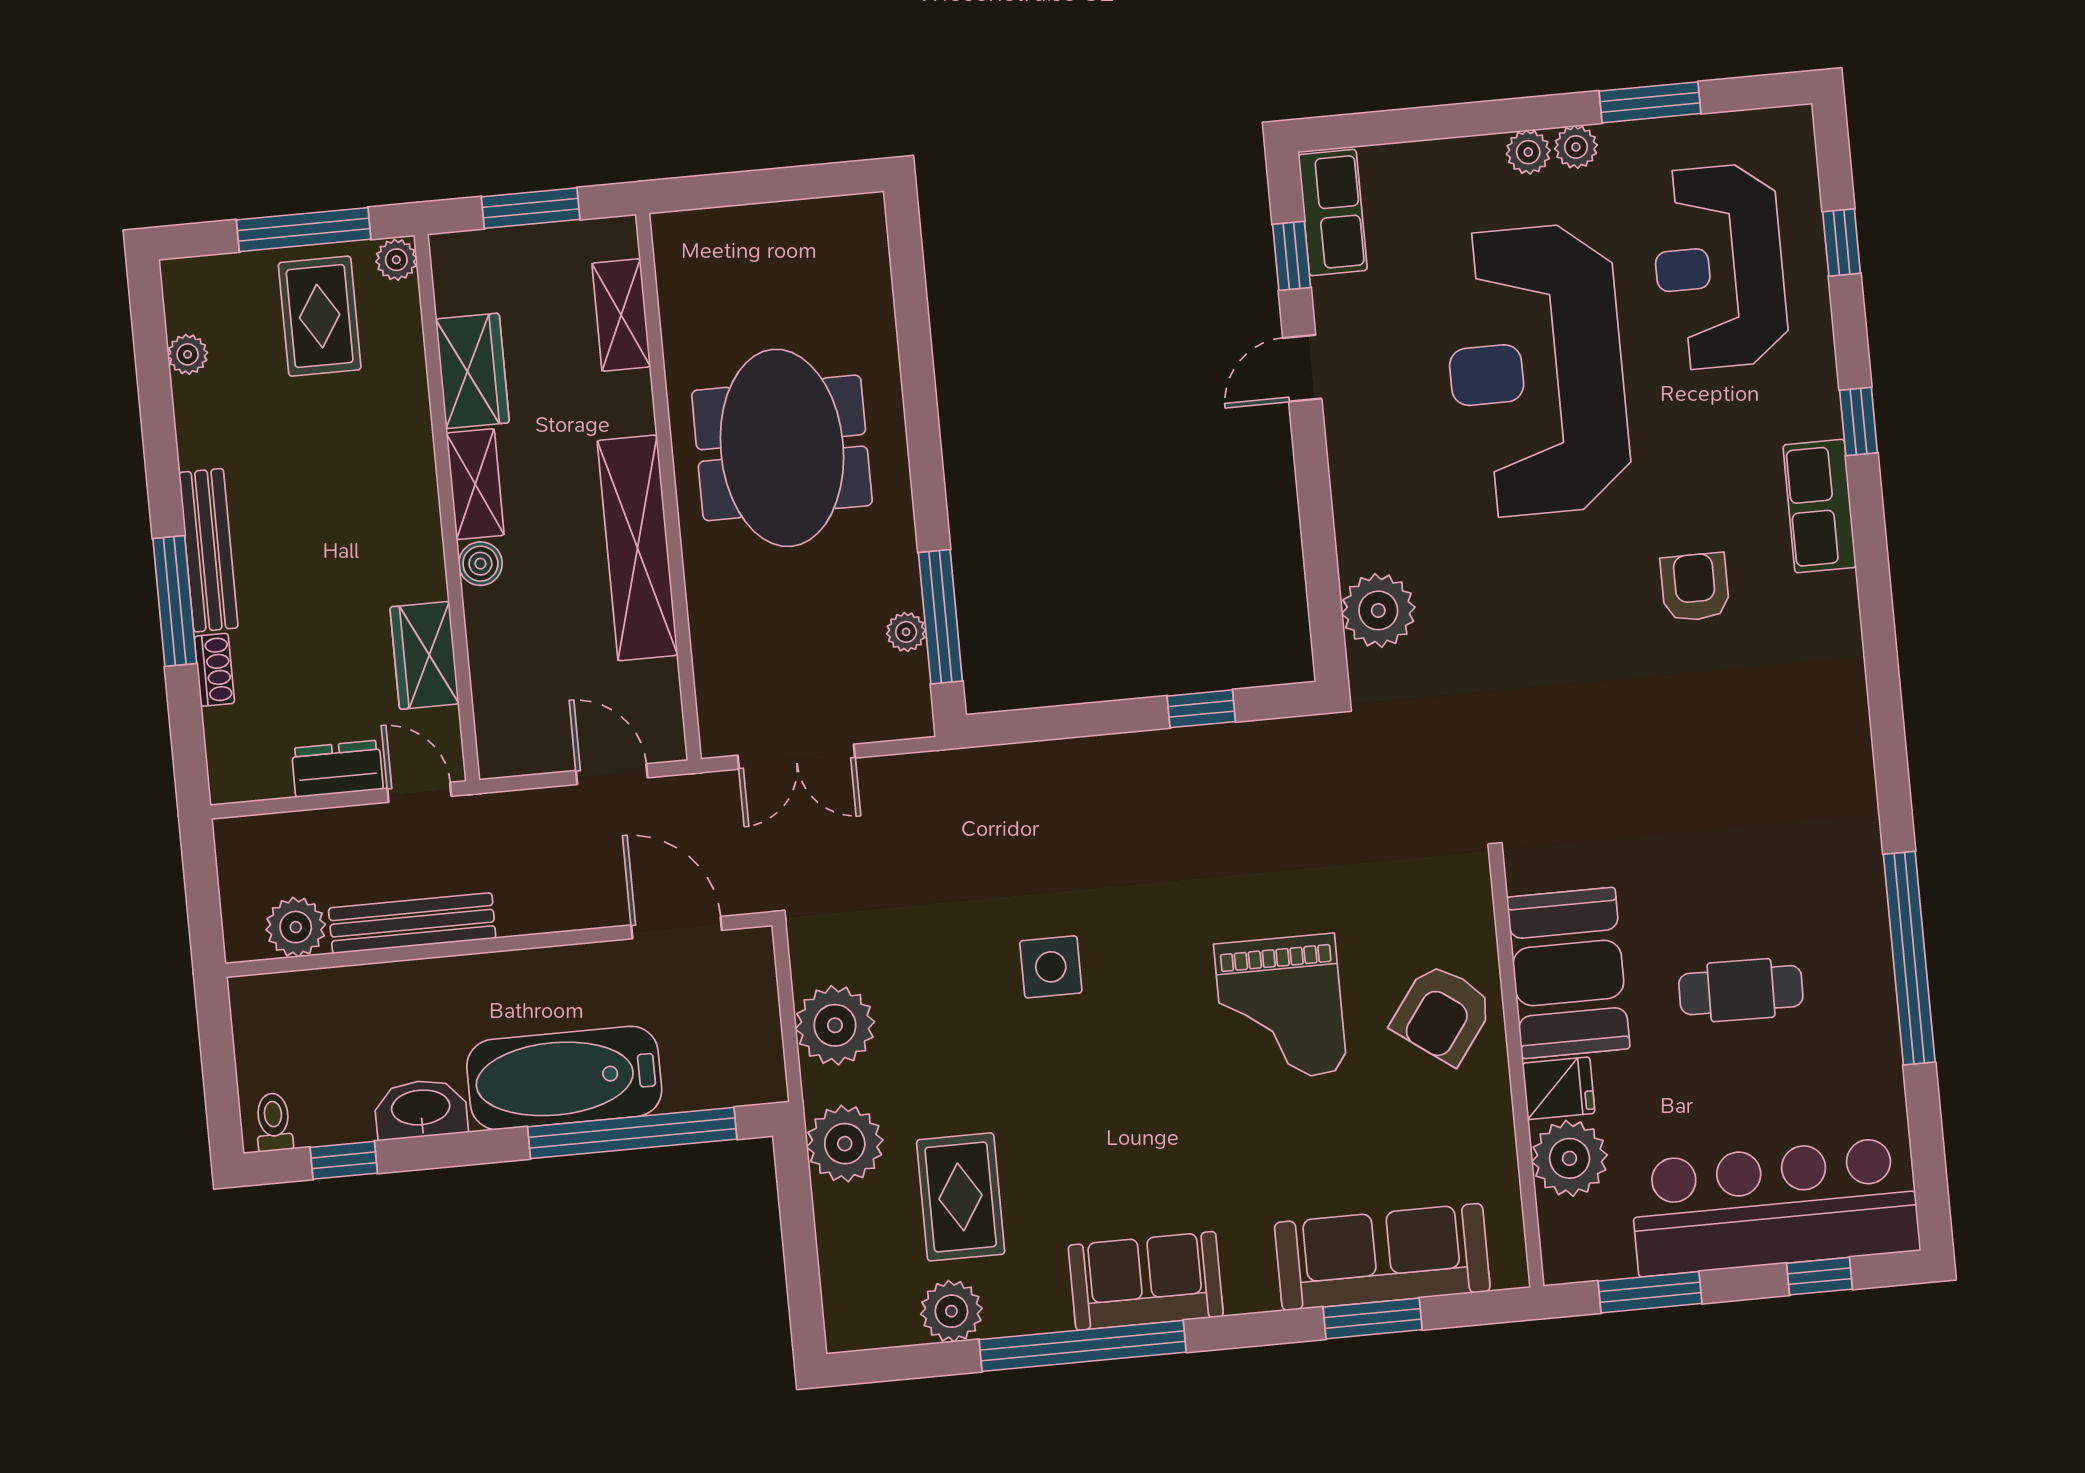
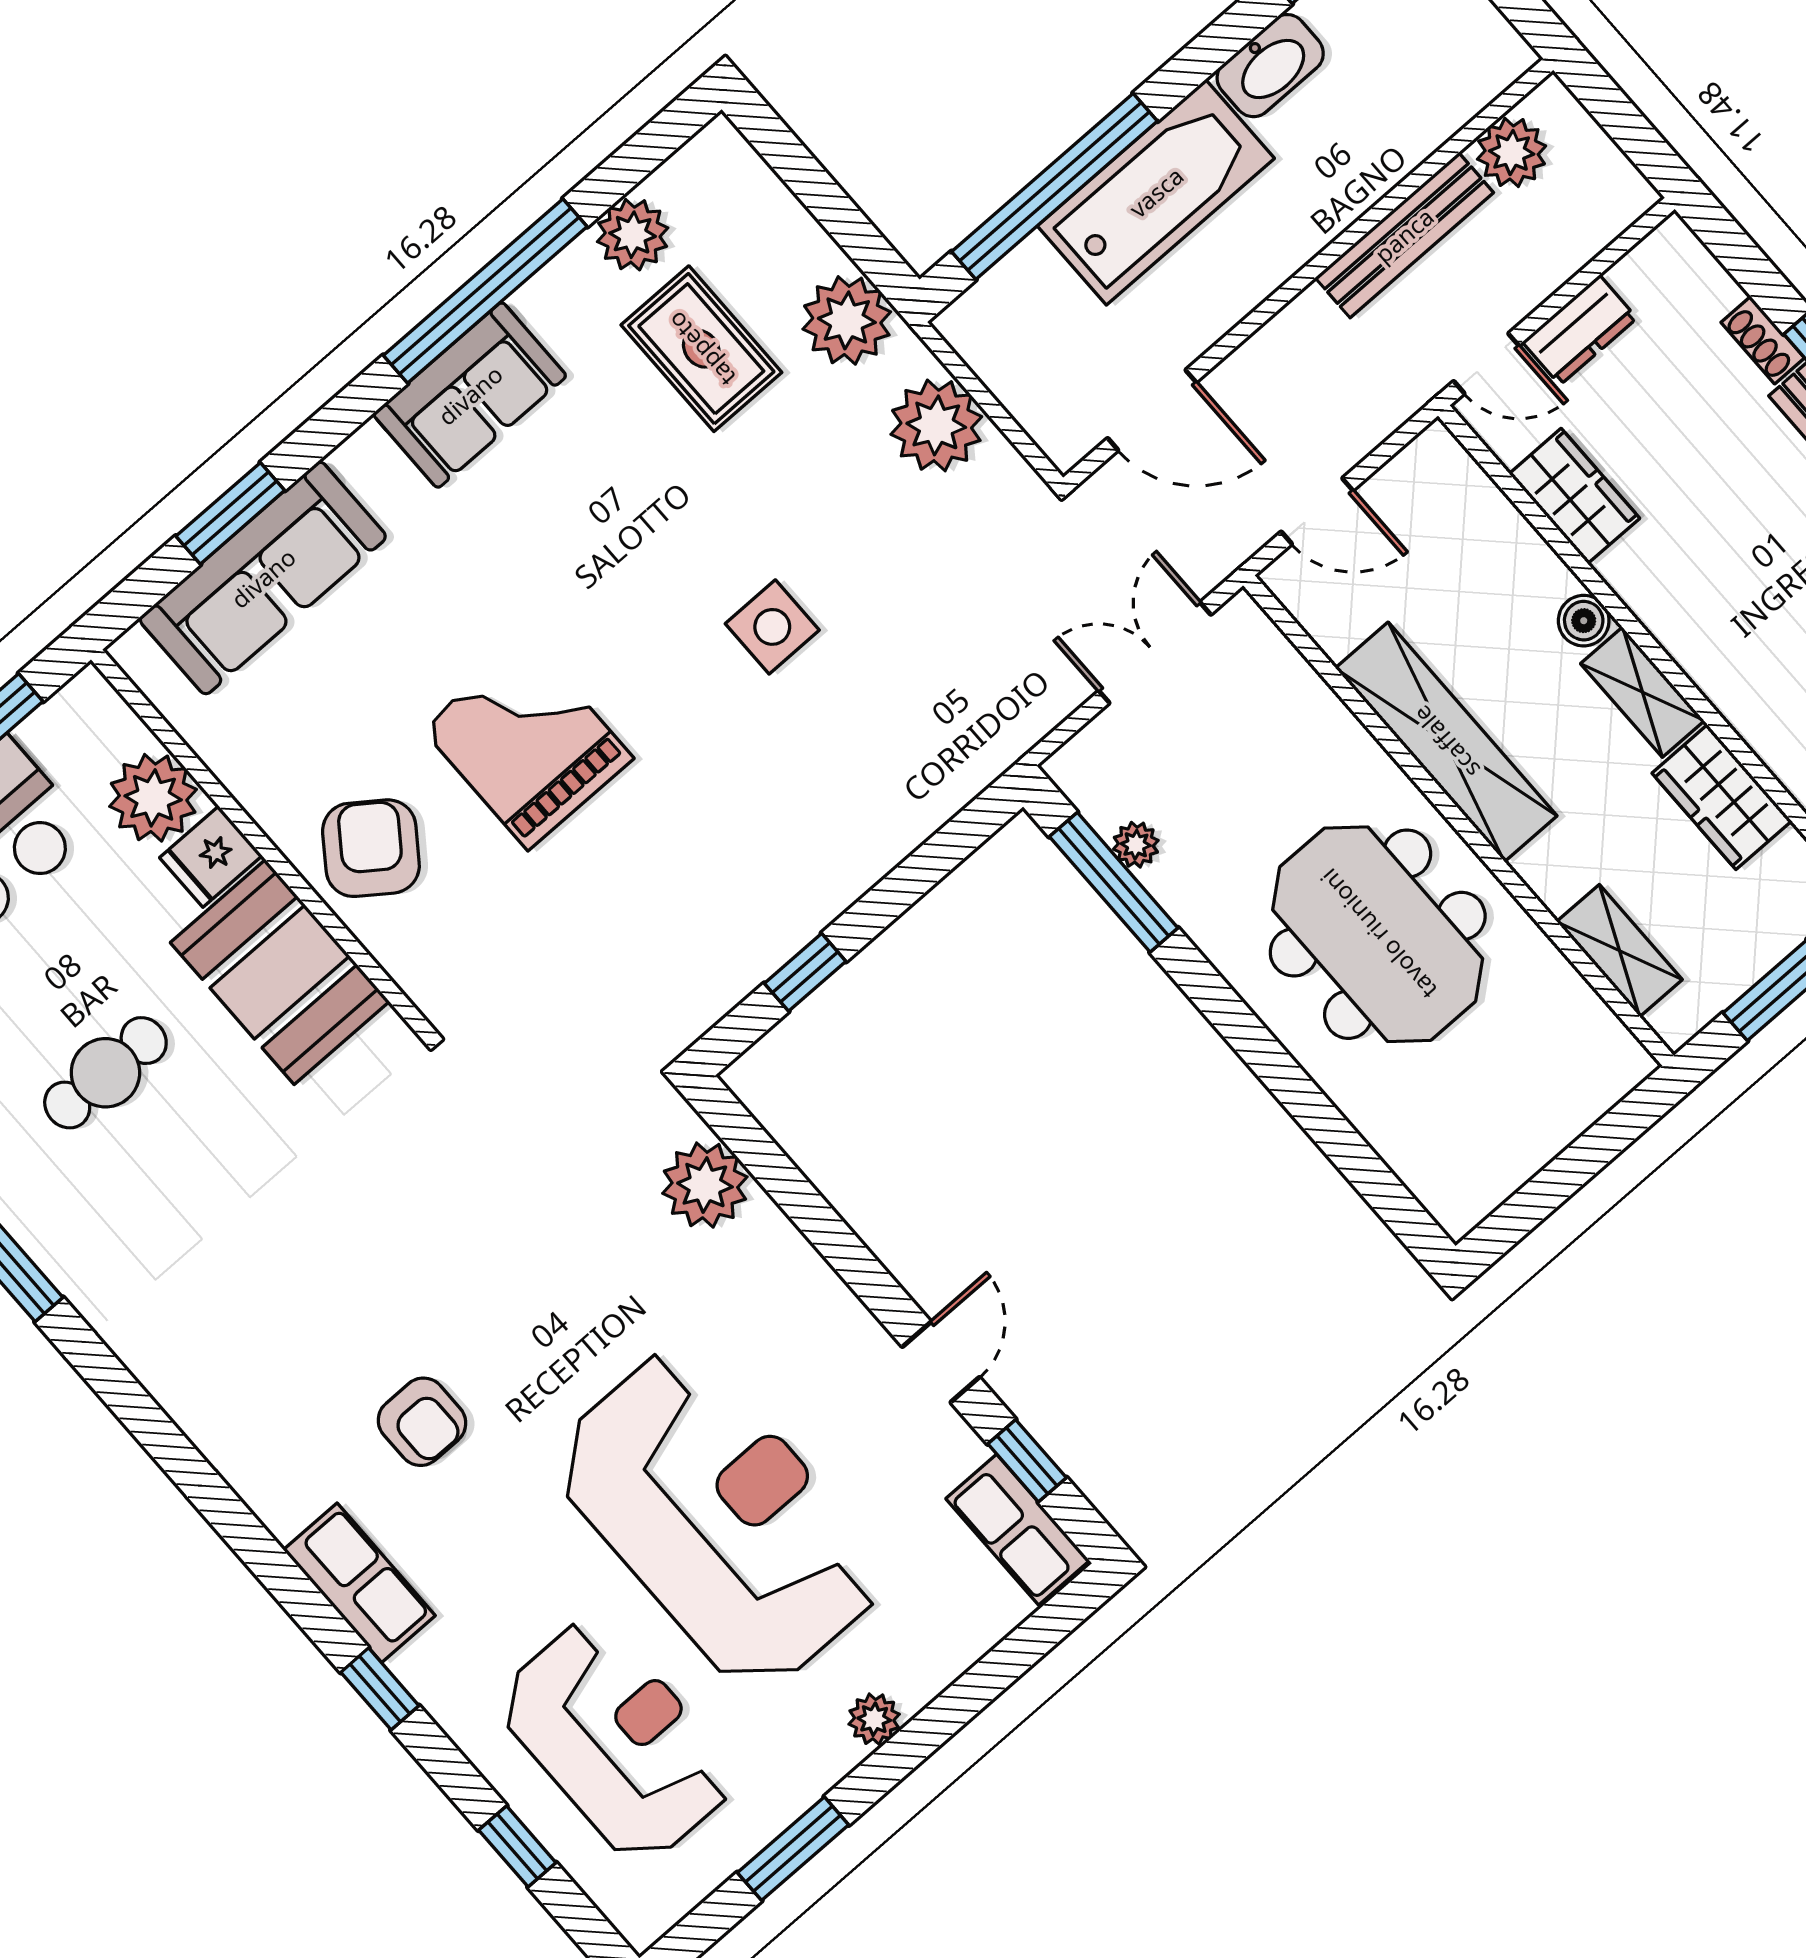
plant: (1576, 147) -> (833, 1756), removed

